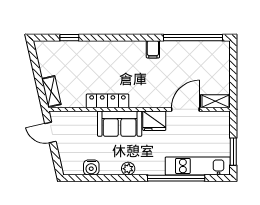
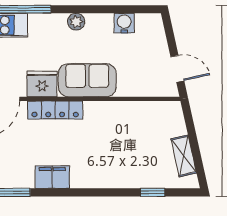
filing cabinet: (153, 49) -> (52, 177), width x2.00
shelving: (51, 91) -> (184, 156), moved
locker: (108, 101) -> (55, 110), moved

